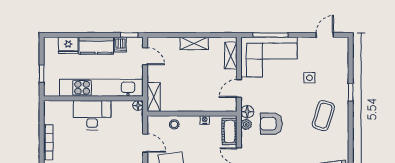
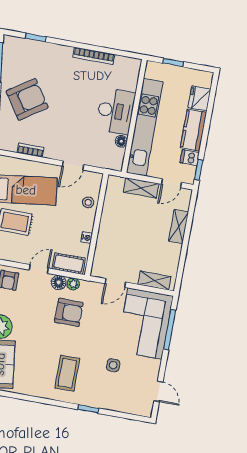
shelving: (194, 43) -> (179, 227), moved
door: (239, 89) -> (115, 283), swing flipped
shelving: (154, 97) -> (141, 188), moved
floor lamp: (138, 106) -> (121, 141), moved
floor lamp: (247, 112) -> (59, 282), moved
coffee table: (323, 116) -> (67, 373), turned 73
armchair: (271, 124) -> (69, 312), turned 90

